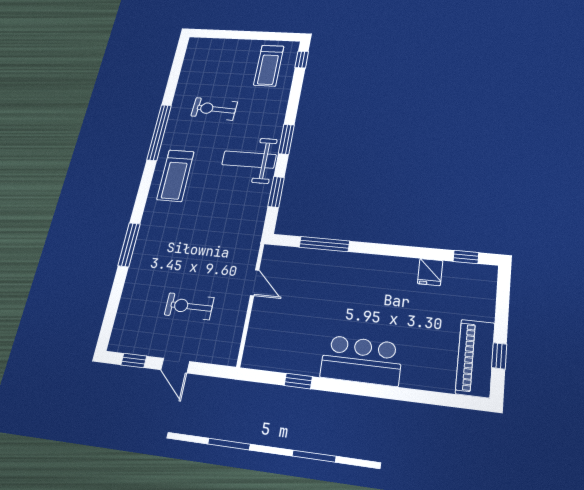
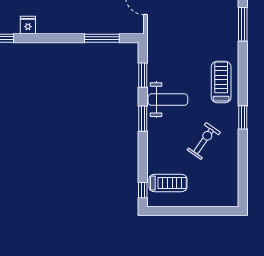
treadmill: (269, 66) -> (168, 183), turned 90
exercise bike: (214, 109) -> (204, 141), turned -58
window: (159, 132) -> (243, 117), width x0.47

